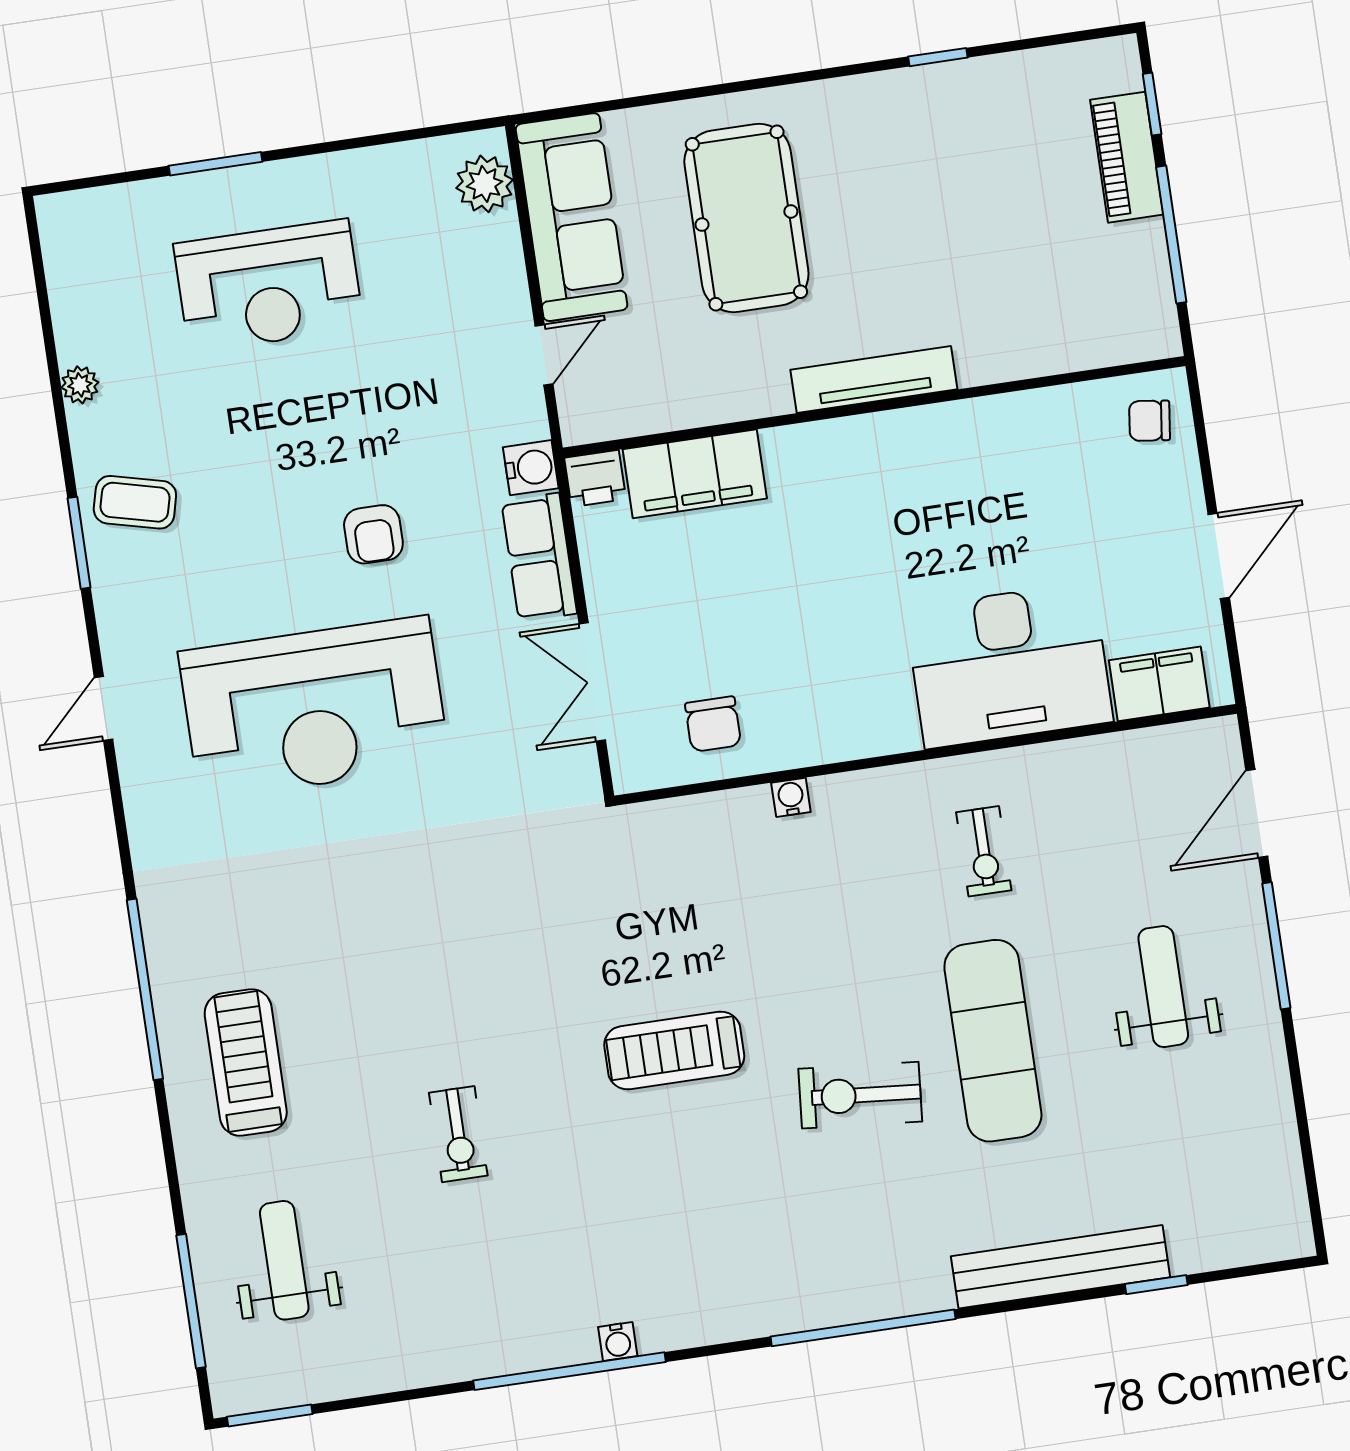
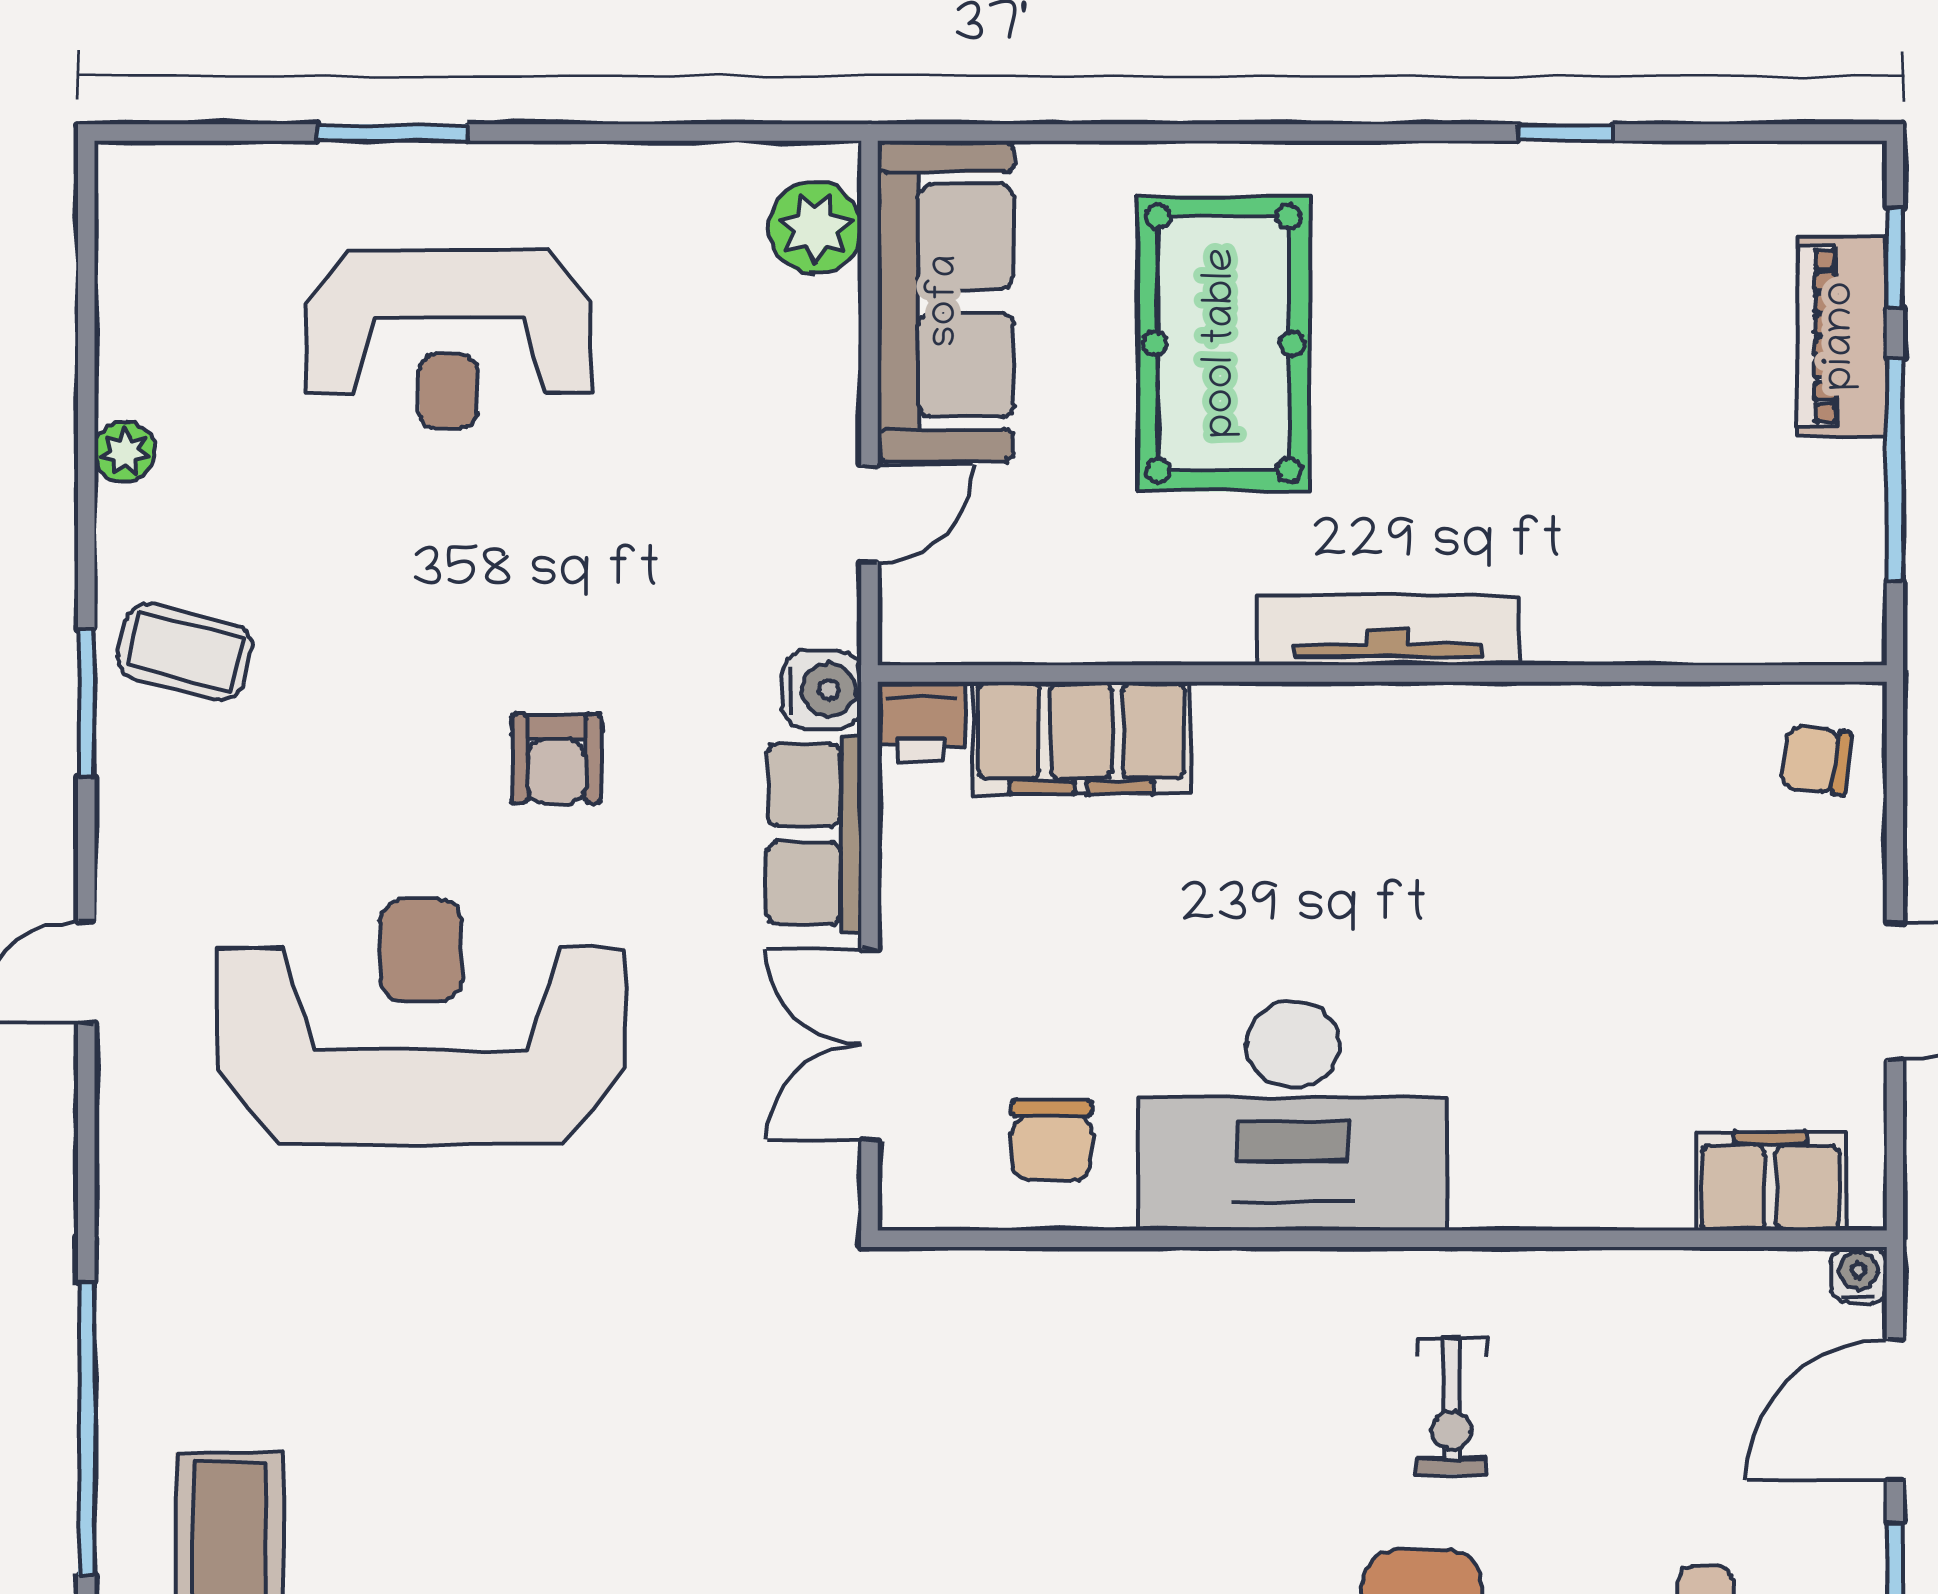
desk: (1009, 665) -> (1293, 1116), moved
reception desk: (314, 708) -> (421, 1021), turned 180
water cooler: (791, 797) -> (1859, 1275), moved

